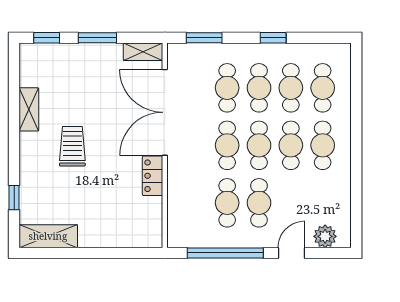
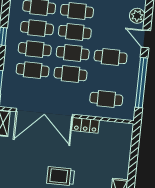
cafe table: (227, 203) -> (106, 99), moved

